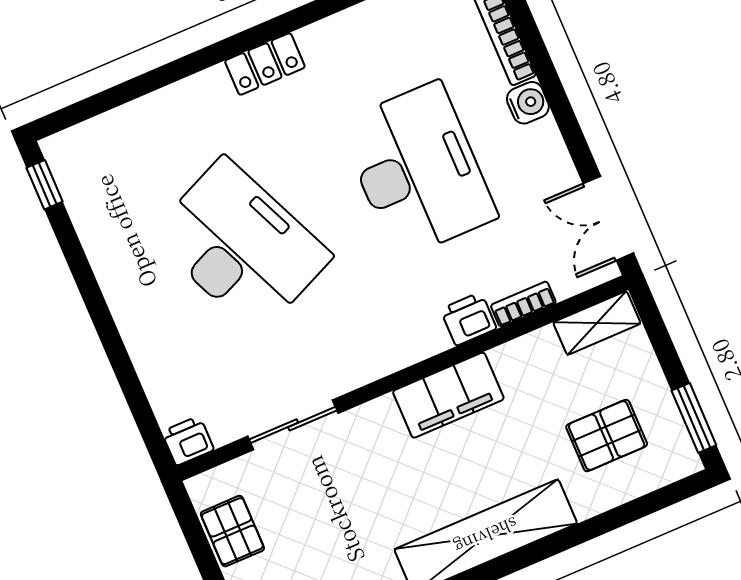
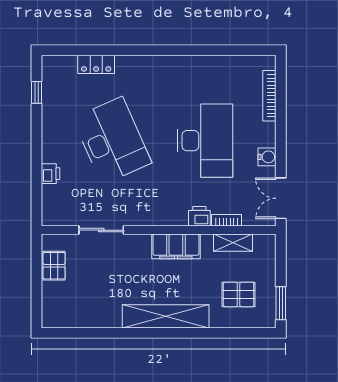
locker: (265, 64) -> (96, 64), moved
water cooler: (528, 103) -> (267, 157), moved
window: (45, 185) -> (37, 92), moved
shelving: (597, 323) -> (233, 243), moved
printer: (188, 441) -> (51, 174), moved, turned 90

